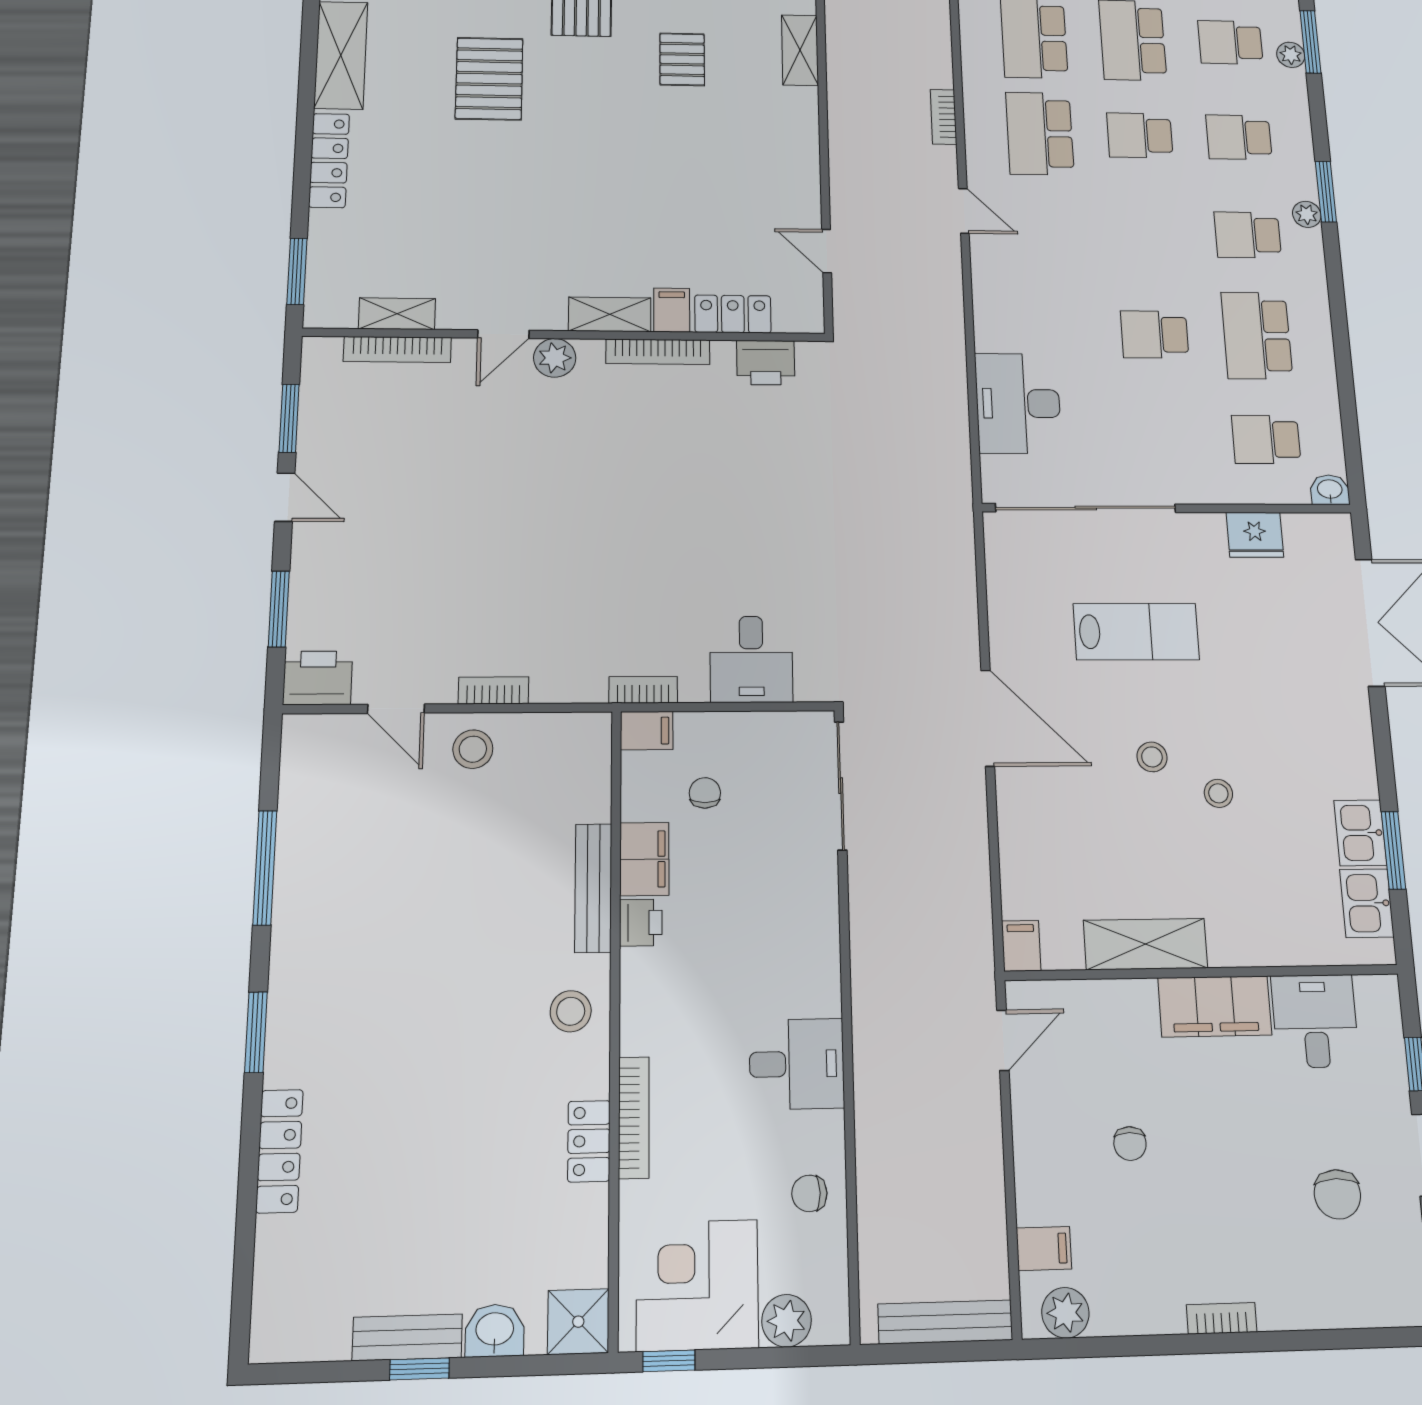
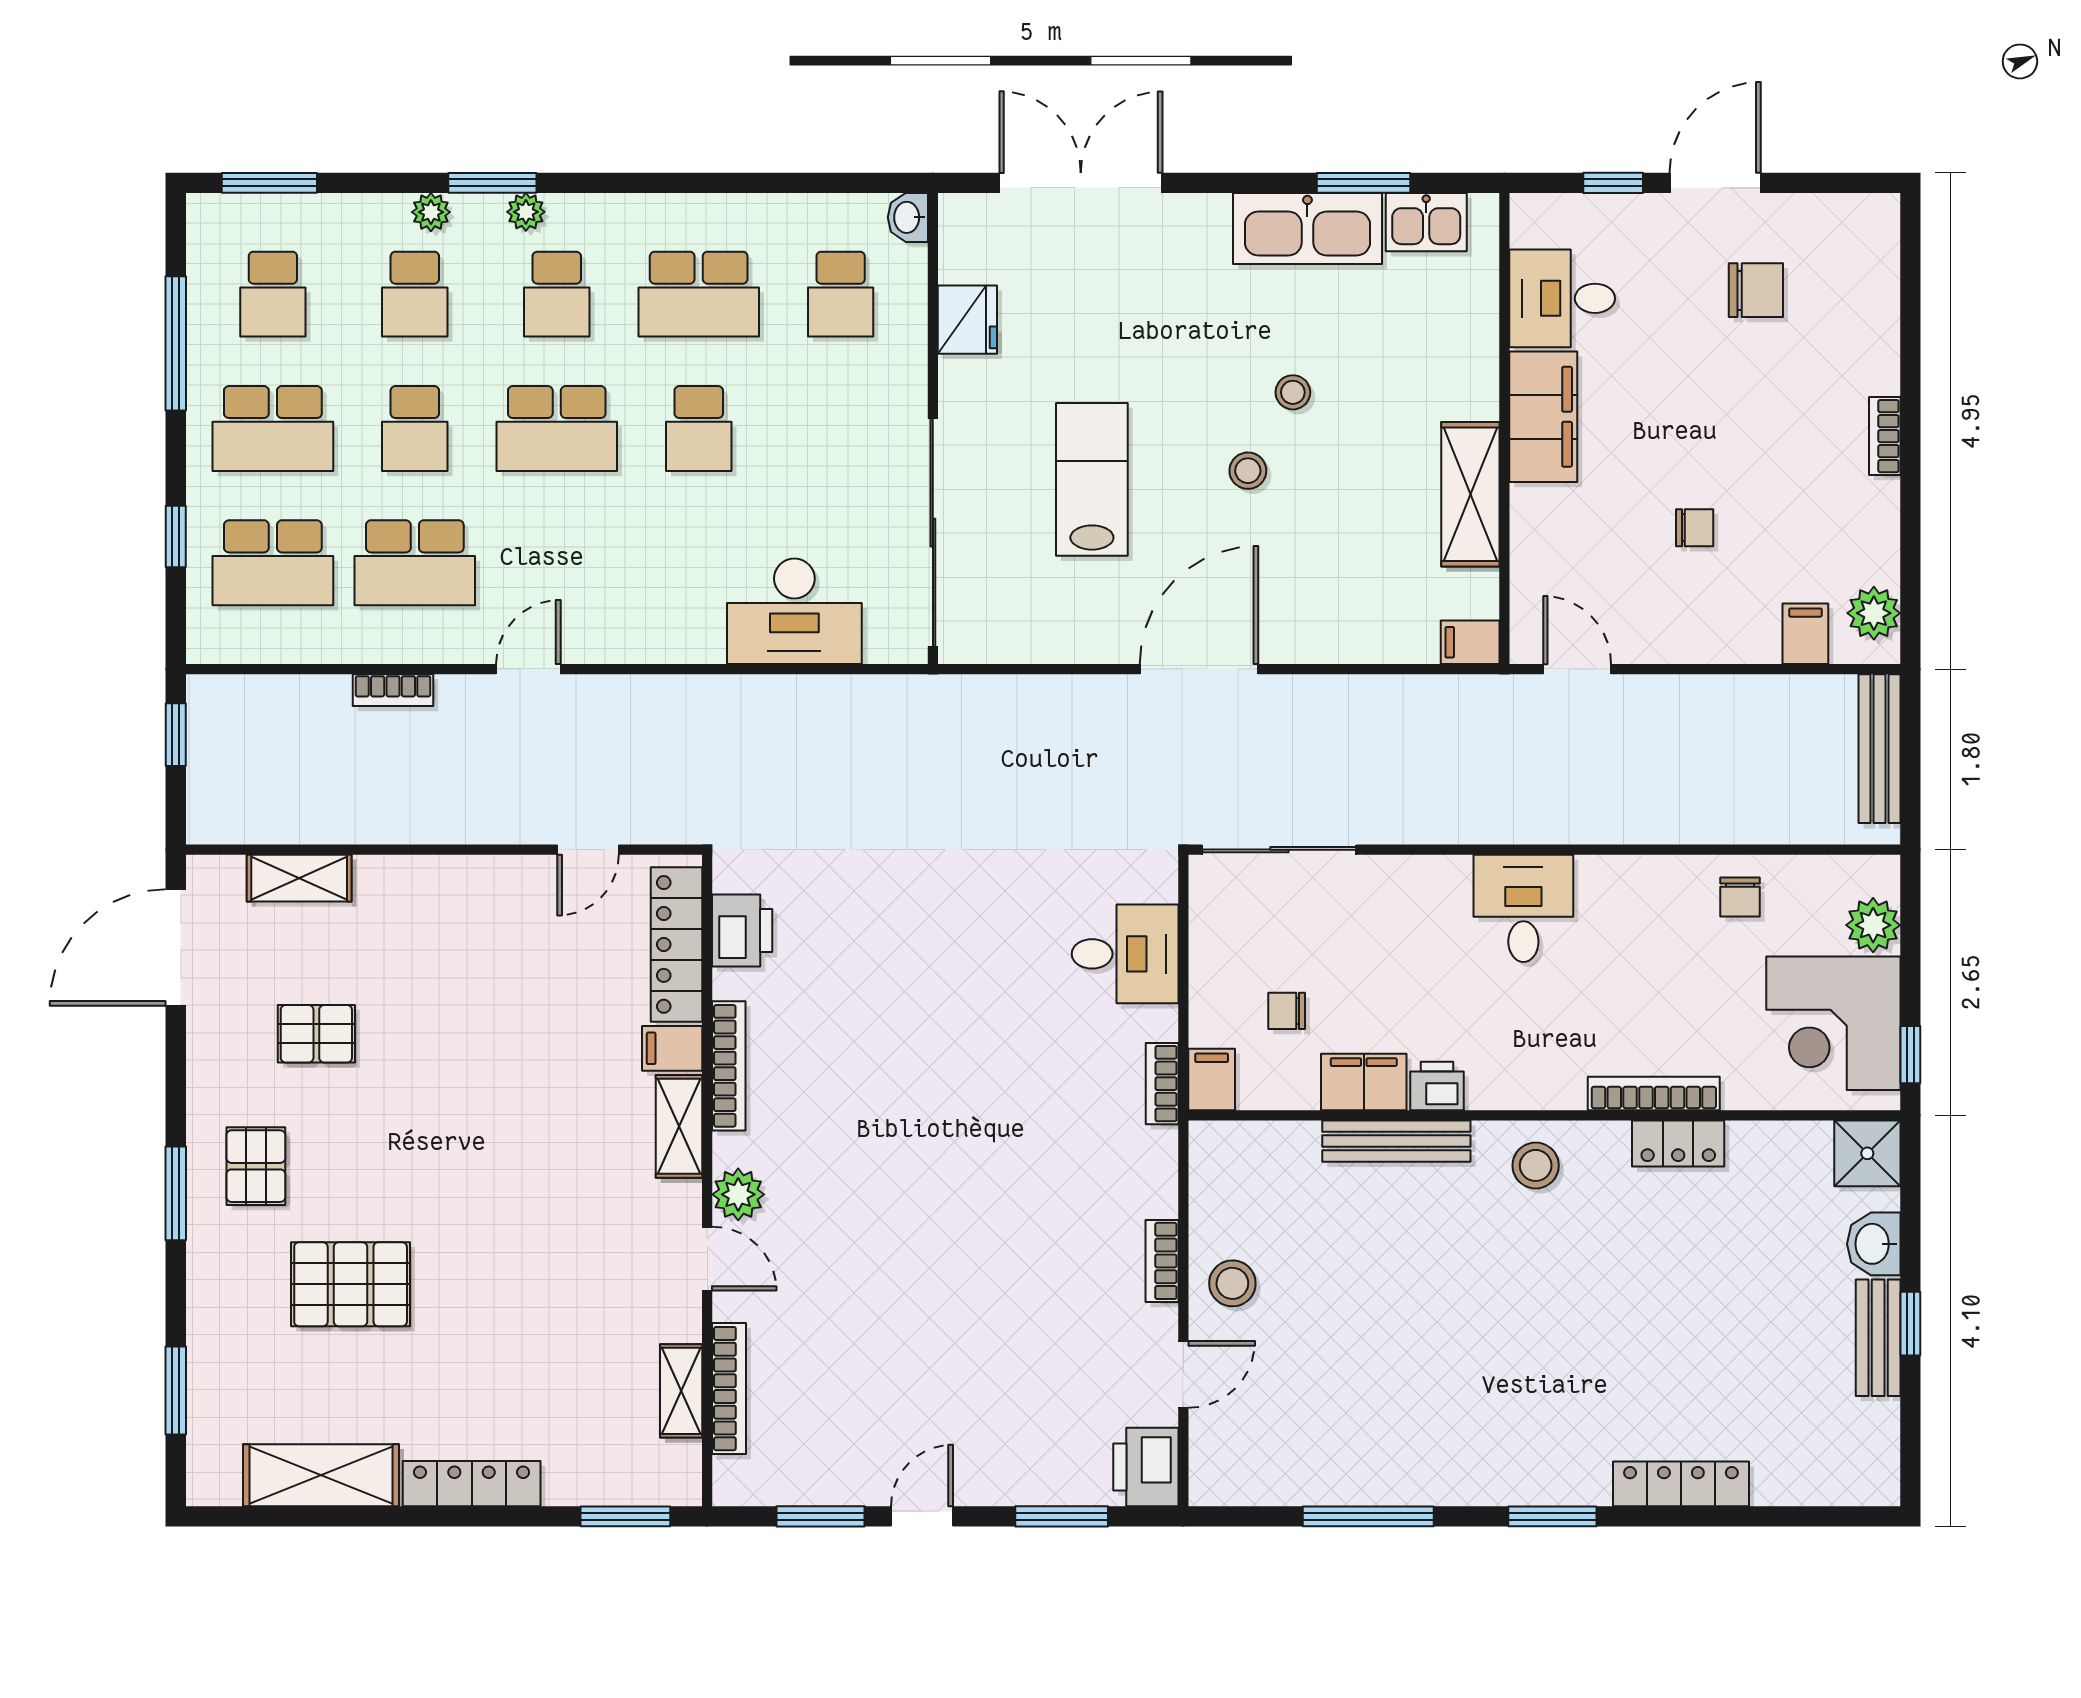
plant: (1291, 55) -> (431, 212), moved
school desk: (1147, 233) -> (557, 428), added
locker: (733, 314) -> (677, 944), width x1.53
kitchen sink: (1360, 833) -> (1307, 228), width x1.88, depth x1.24
desk: (797, 1064) -> (1523, 908), moved

